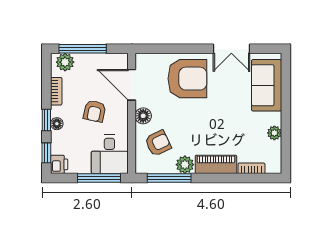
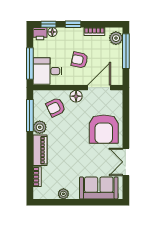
floor lamp: (57, 124) -> (52, 32), moved
armchair: (158, 143) -> (56, 107), turned 90

